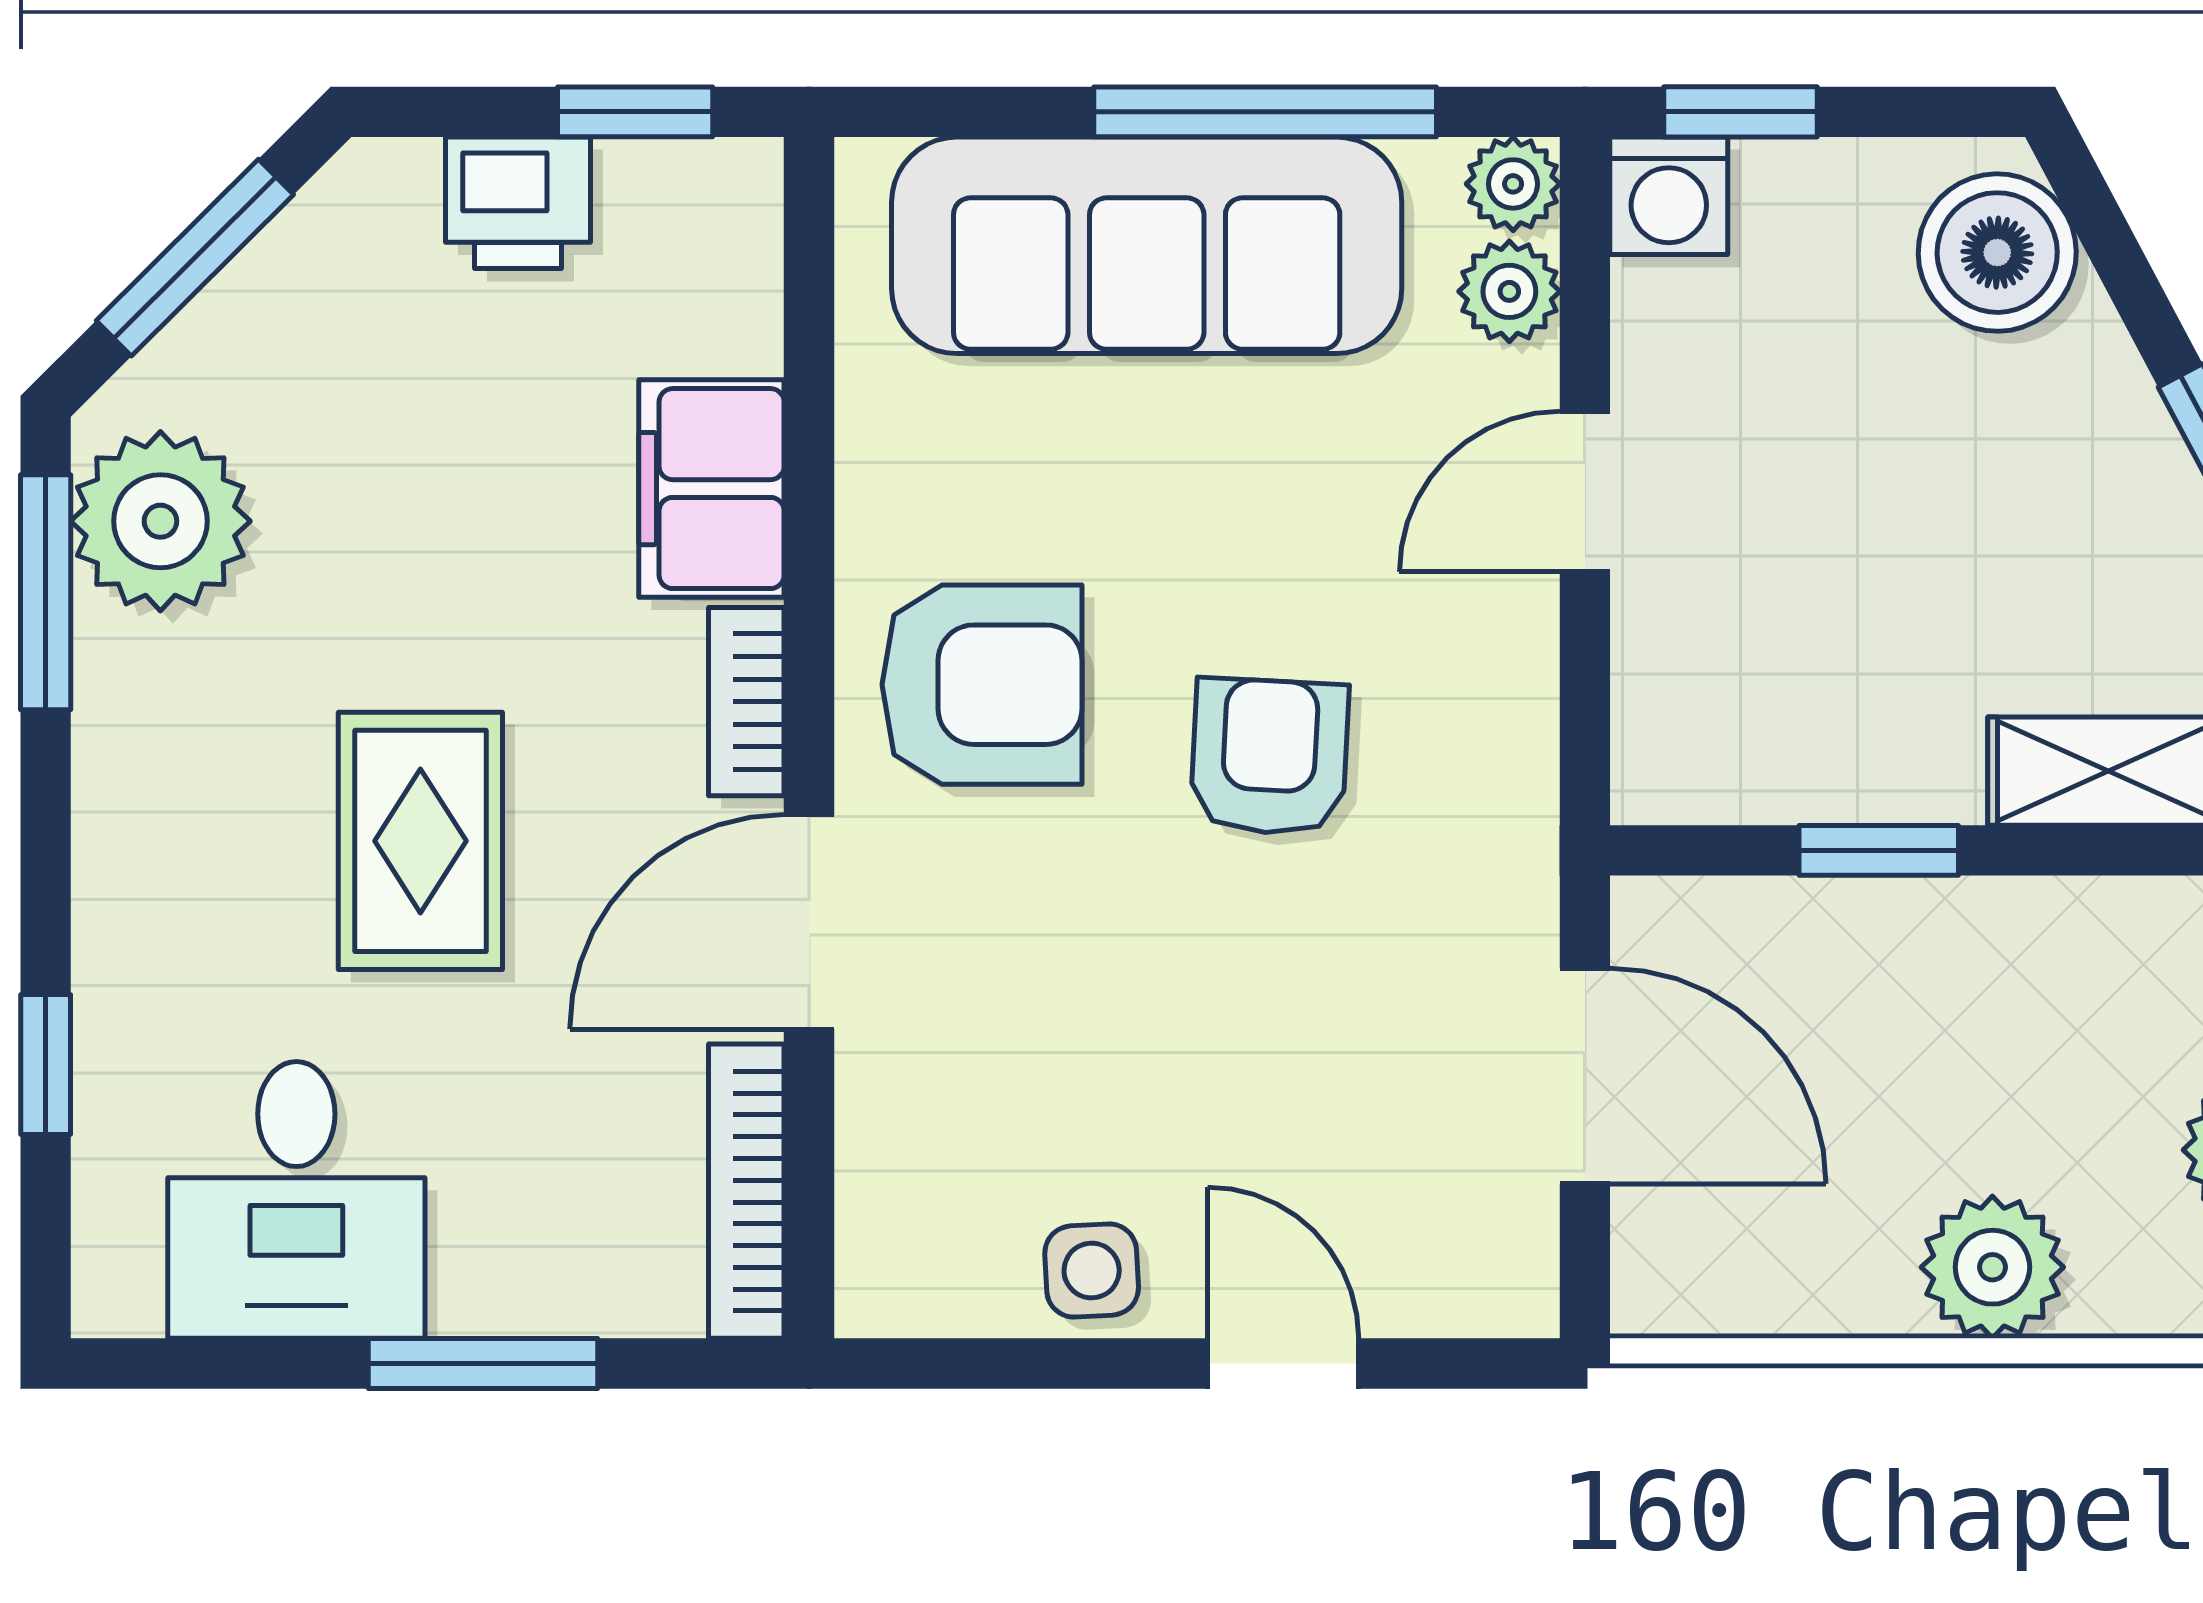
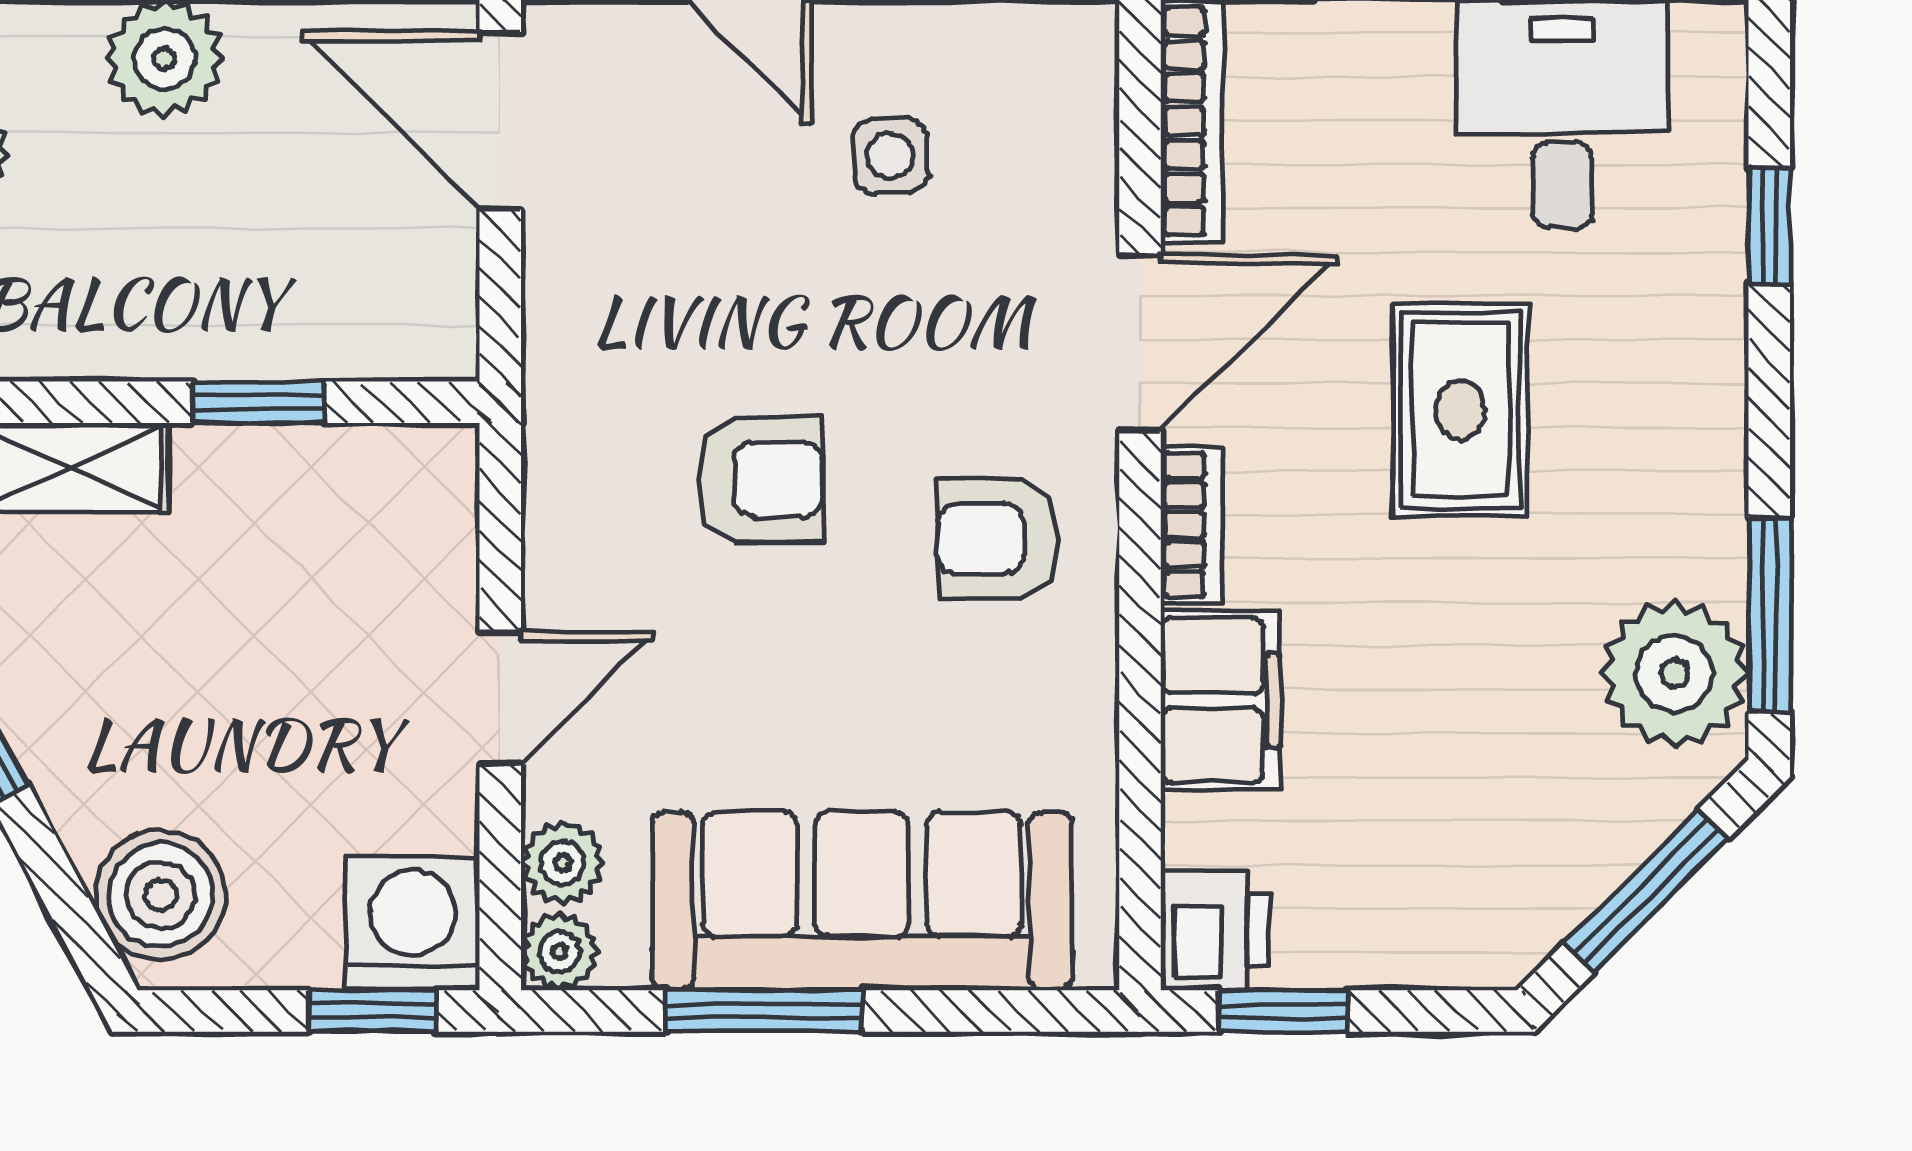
window: (1265, 112) -> (764, 1011), width x0.69
washing machine: (1669, 196) -> (413, 923), width x1.38, depth x1.38
printer: (518, 203) -> (1215, 931), moved, turned 90
armchair: (982, 685) -> (997, 539), width x0.72, depth x0.72
armchair: (1269, 757) -> (760, 479), turned -93
door: (1585, 1076) -> (500, 121), moved
side table: (1092, 1270) -> (890, 156), moved

